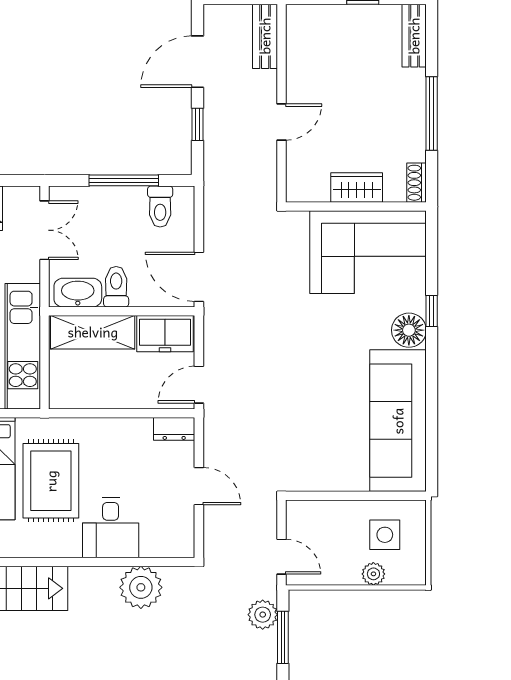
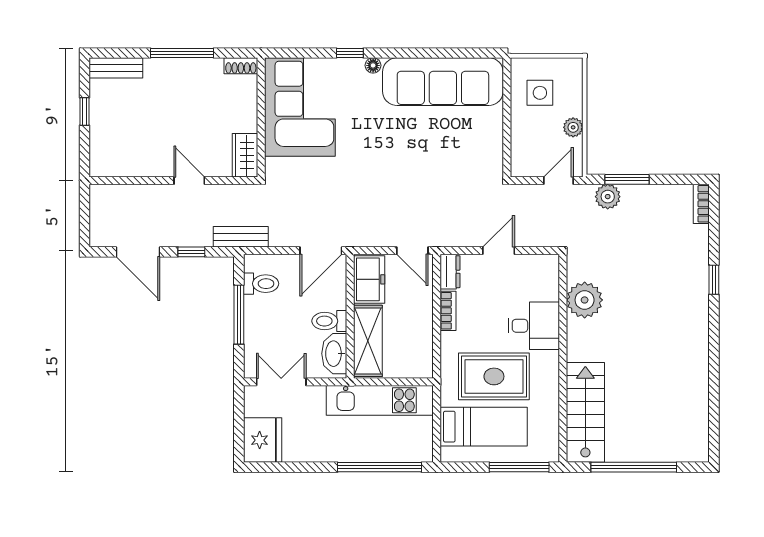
bench: (265, 36) -> (241, 237), moved
wardrobe: (357, 188) -> (245, 155), moved
floor lamp: (409, 330) -> (373, 65), width x0.53, depth x0.53
bookcase: (128, 427) -> (448, 311), added
plant: (373, 574) -> (573, 127), moved

